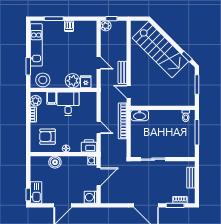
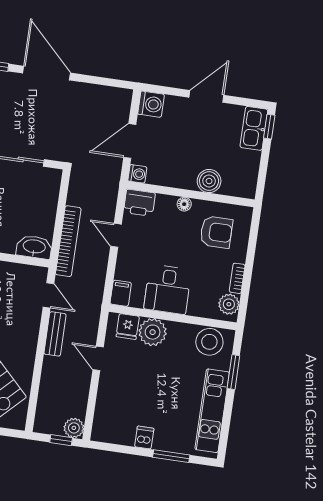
filing cabinet: (52, 98) -> (121, 293), moved

